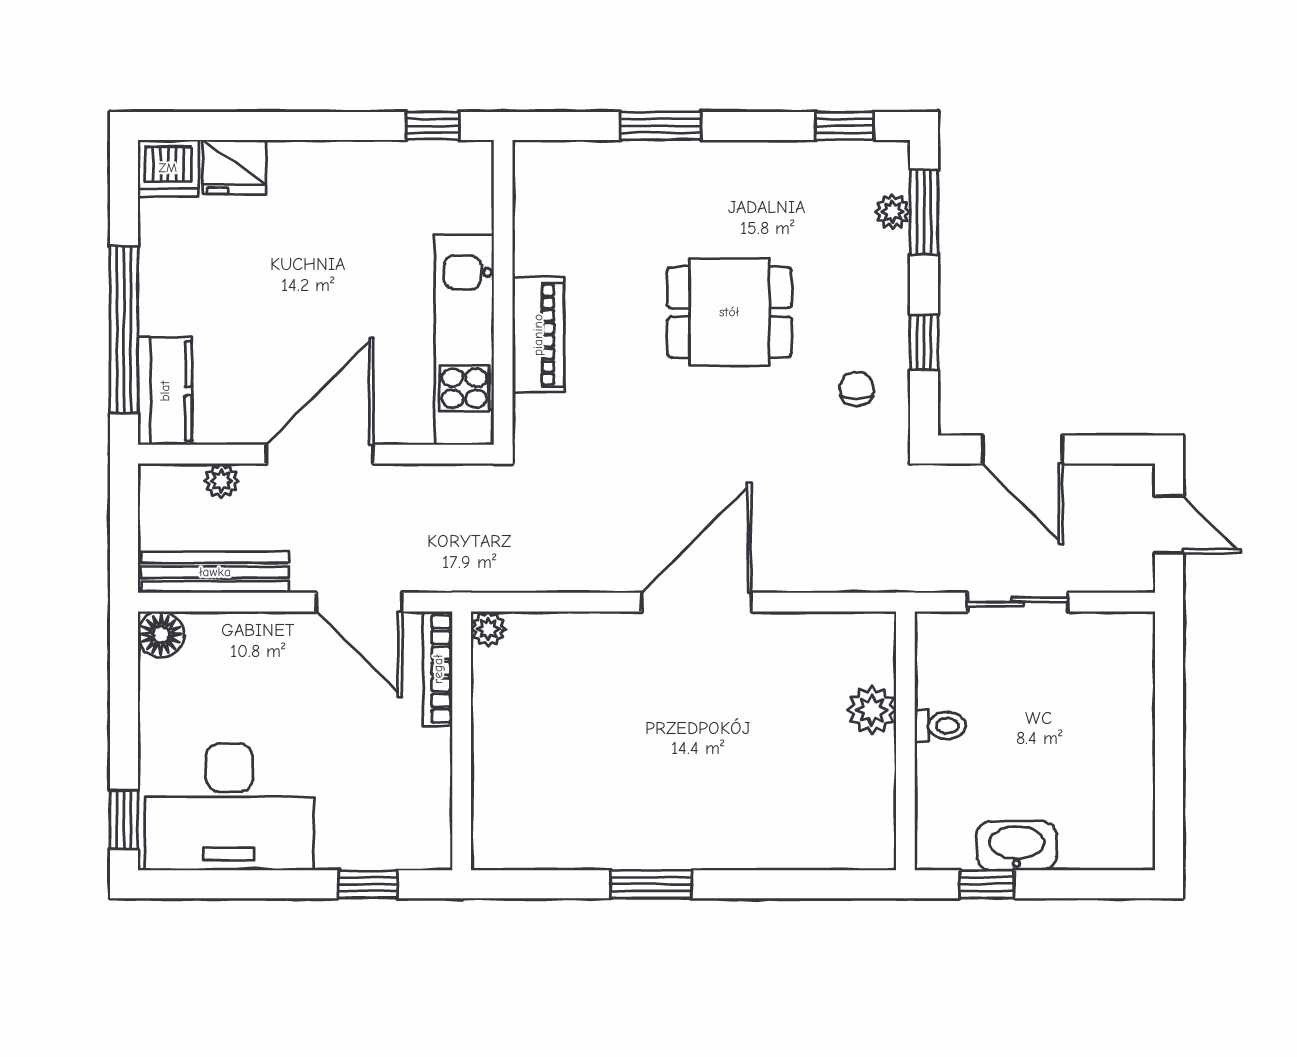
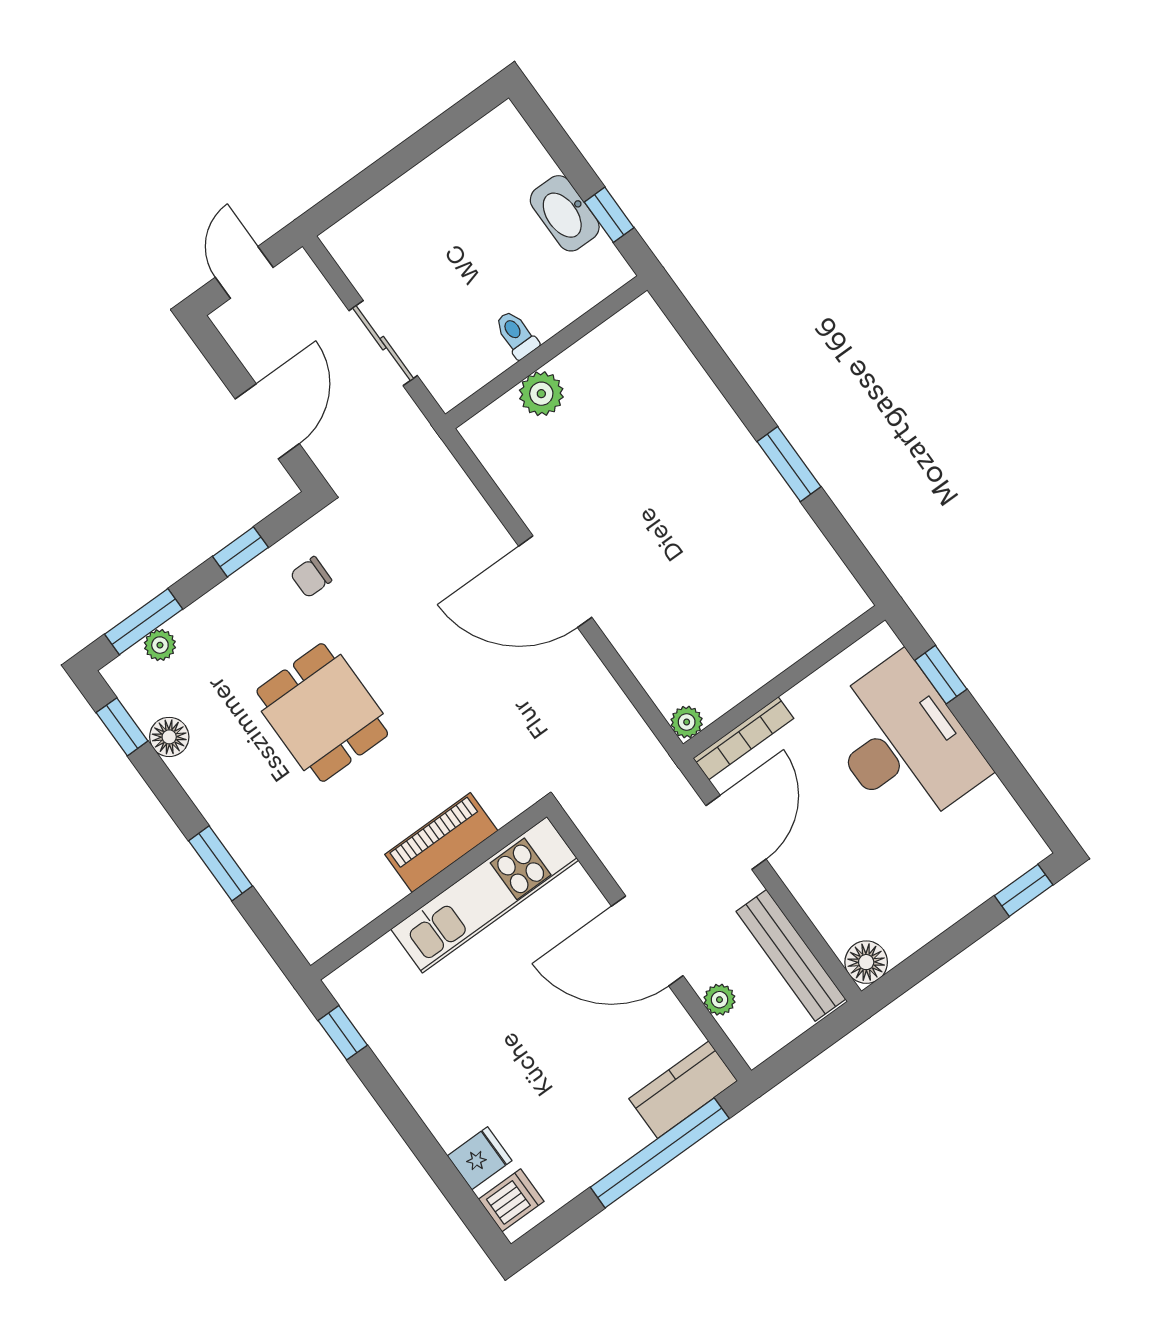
floor lamp: (806, 161) -> (169, 737), added
fridge: (234, 167) -> (480, 1158), width x0.72
dishwasher: (168, 168) -> (511, 1200), width x0.73
desk: (229, 807) -> (903, 743), moved

